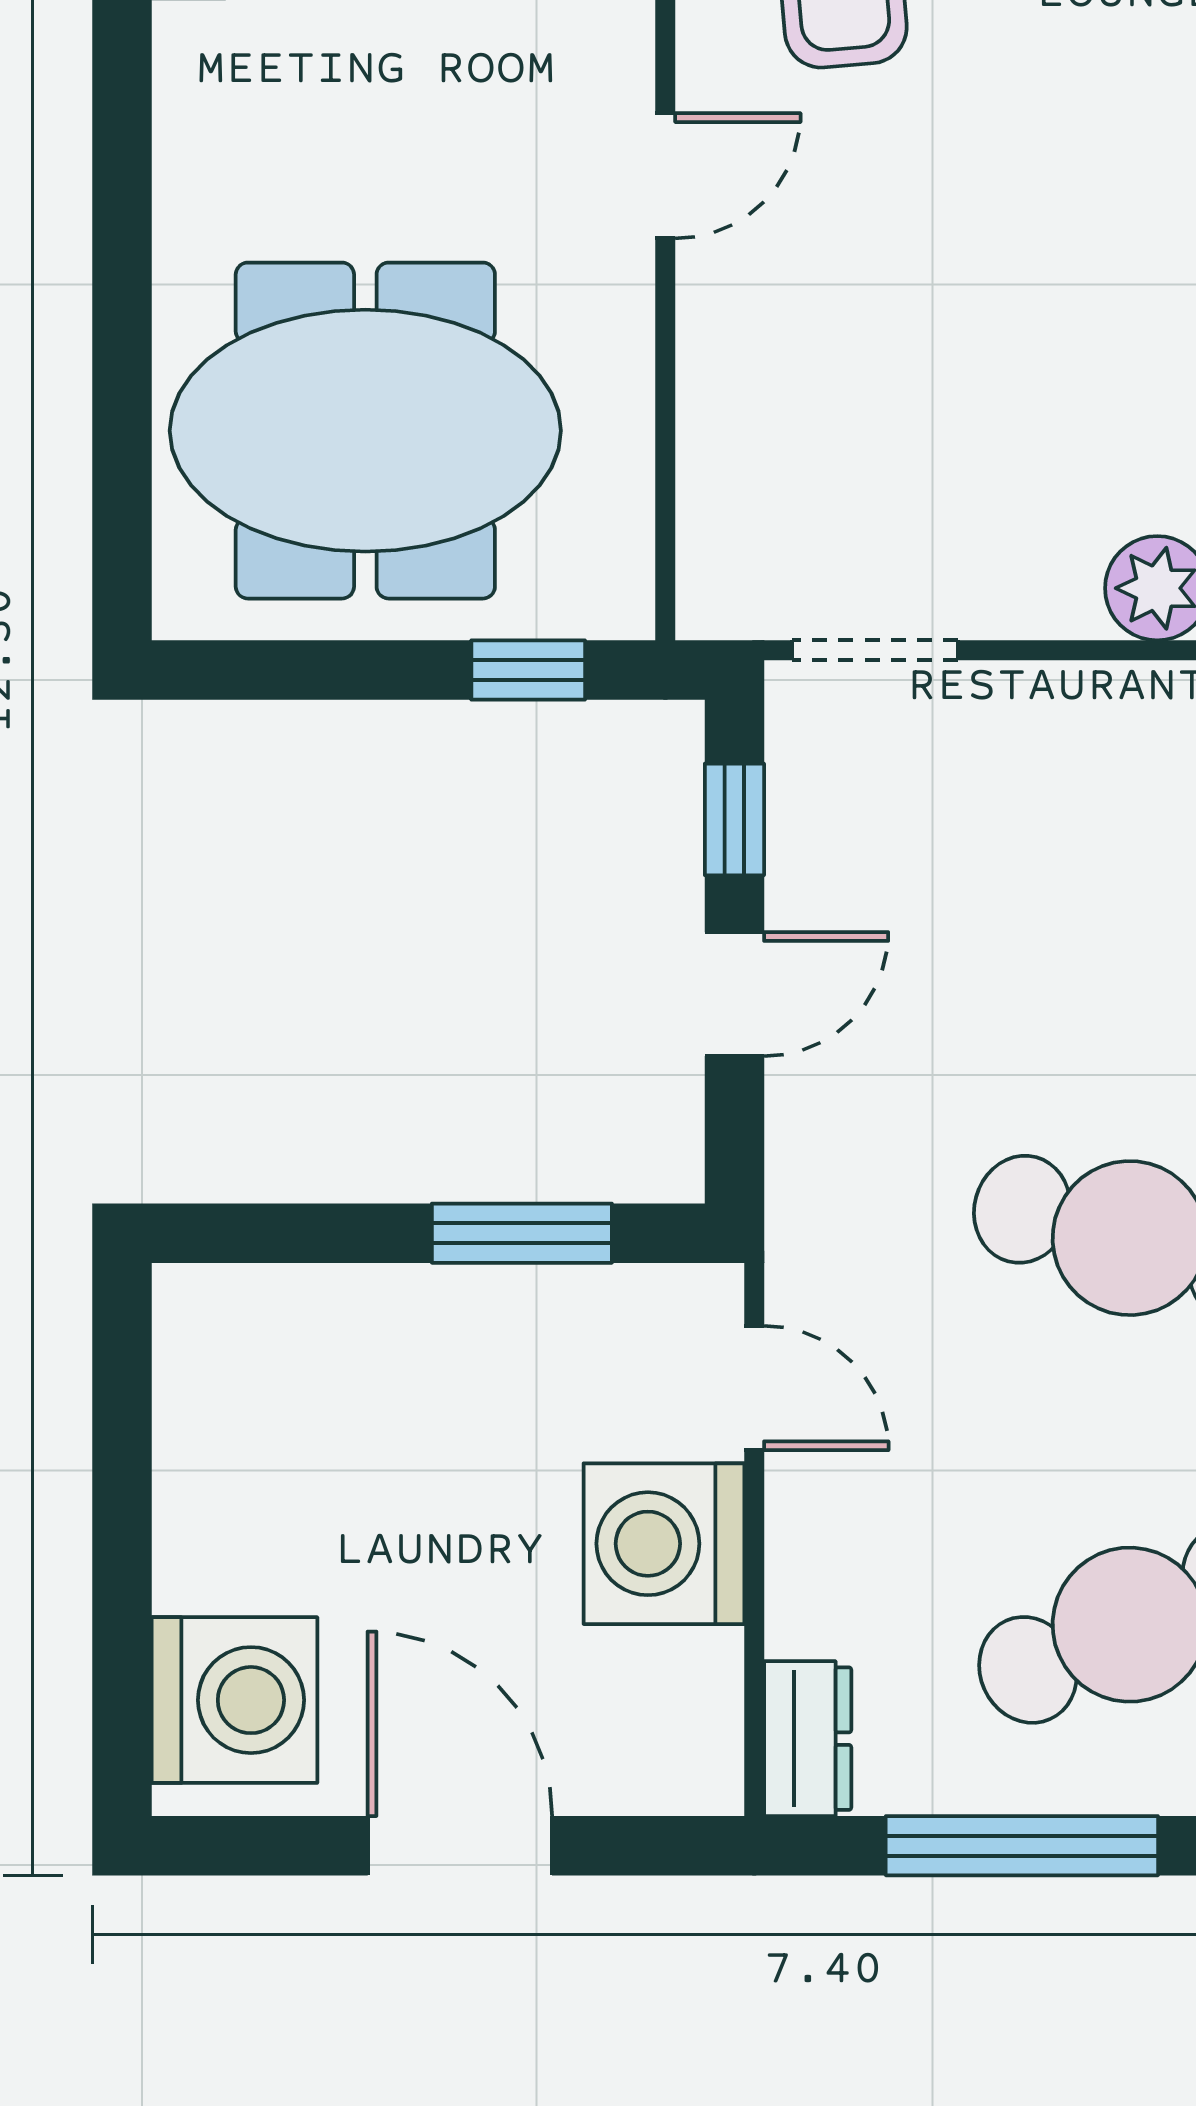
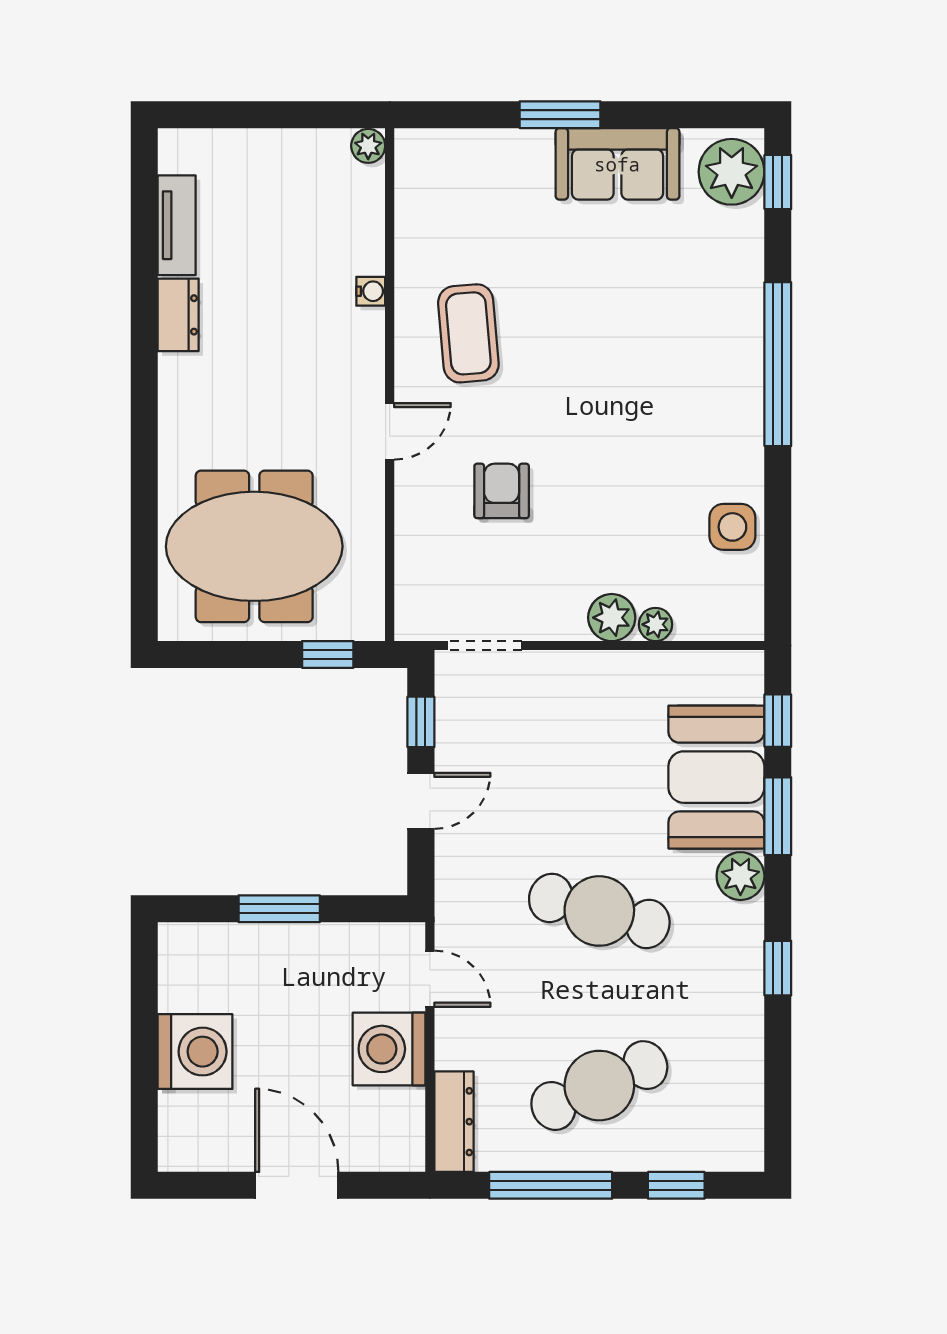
armchair: (913, 308) -> (502, 491), added
window: (522, 1233) -> (279, 909), moved
washing machine: (234, 1700) -> (195, 1052), moved
dresser: (808, 1739) -> (454, 1122), width x1.44

